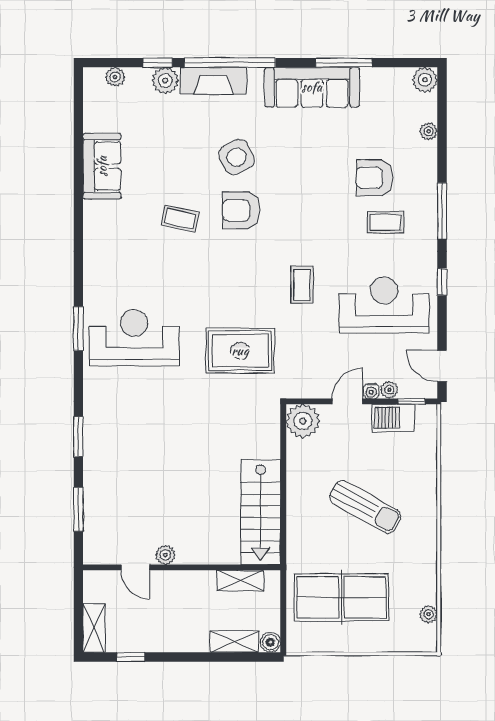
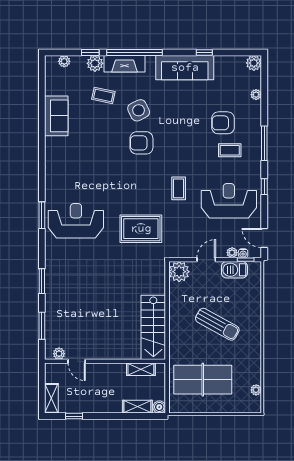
window: (344, 63) -> (204, 52), width x0.46
coffee table: (180, 219) -> (103, 95), moved
water cooler: (371, 391) -> (243, 253), moved
plant: (165, 555) -> (59, 354), moved

